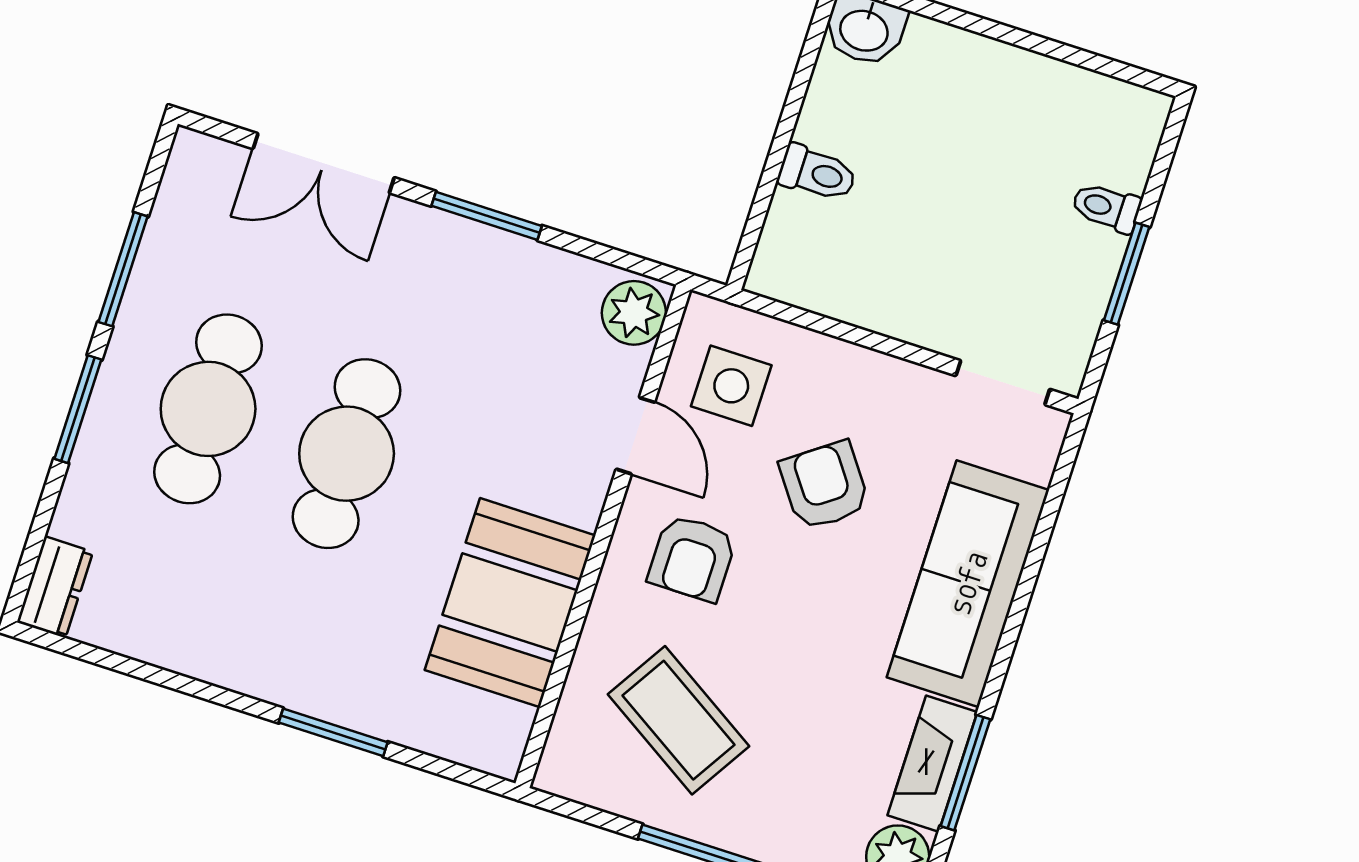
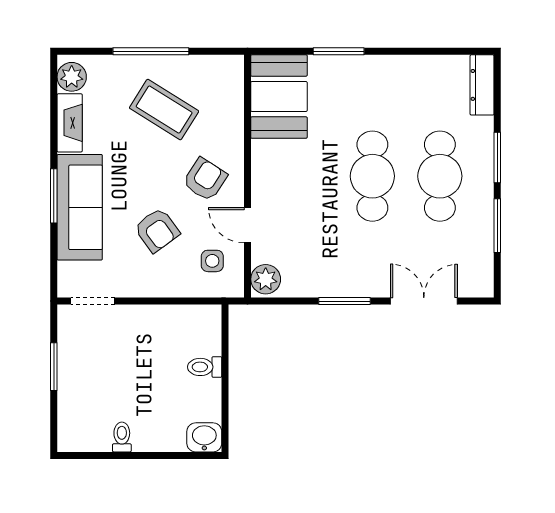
toilet: (1106, 207) -> (122, 437), moved, turned -90
side table: (731, 386) -> (212, 261), width x0.73, depth x0.73
armchair: (692, 558) -> (205, 179), turned 33
dresser: (55, 587) -> (482, 85), width x1.44
booth: (510, 603) -> (279, 97), moved
coffee table: (678, 720) -> (164, 110), moved
window: (965, 773) -> (54, 196), moved

